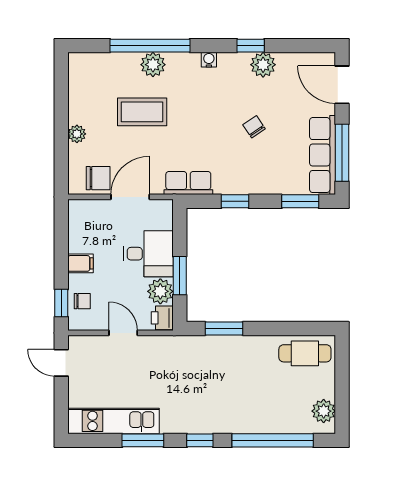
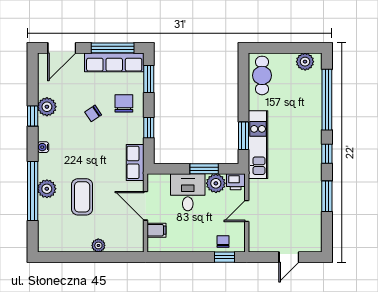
chair: (98, 178) -> (124, 103), moved
filing cabinet: (81, 263) -> (156, 230), moved, turned 90
door: (61, 363) -> (289, 257), moved
kitchen unit: (114, 421) -> (258, 145), moved, turned 180

